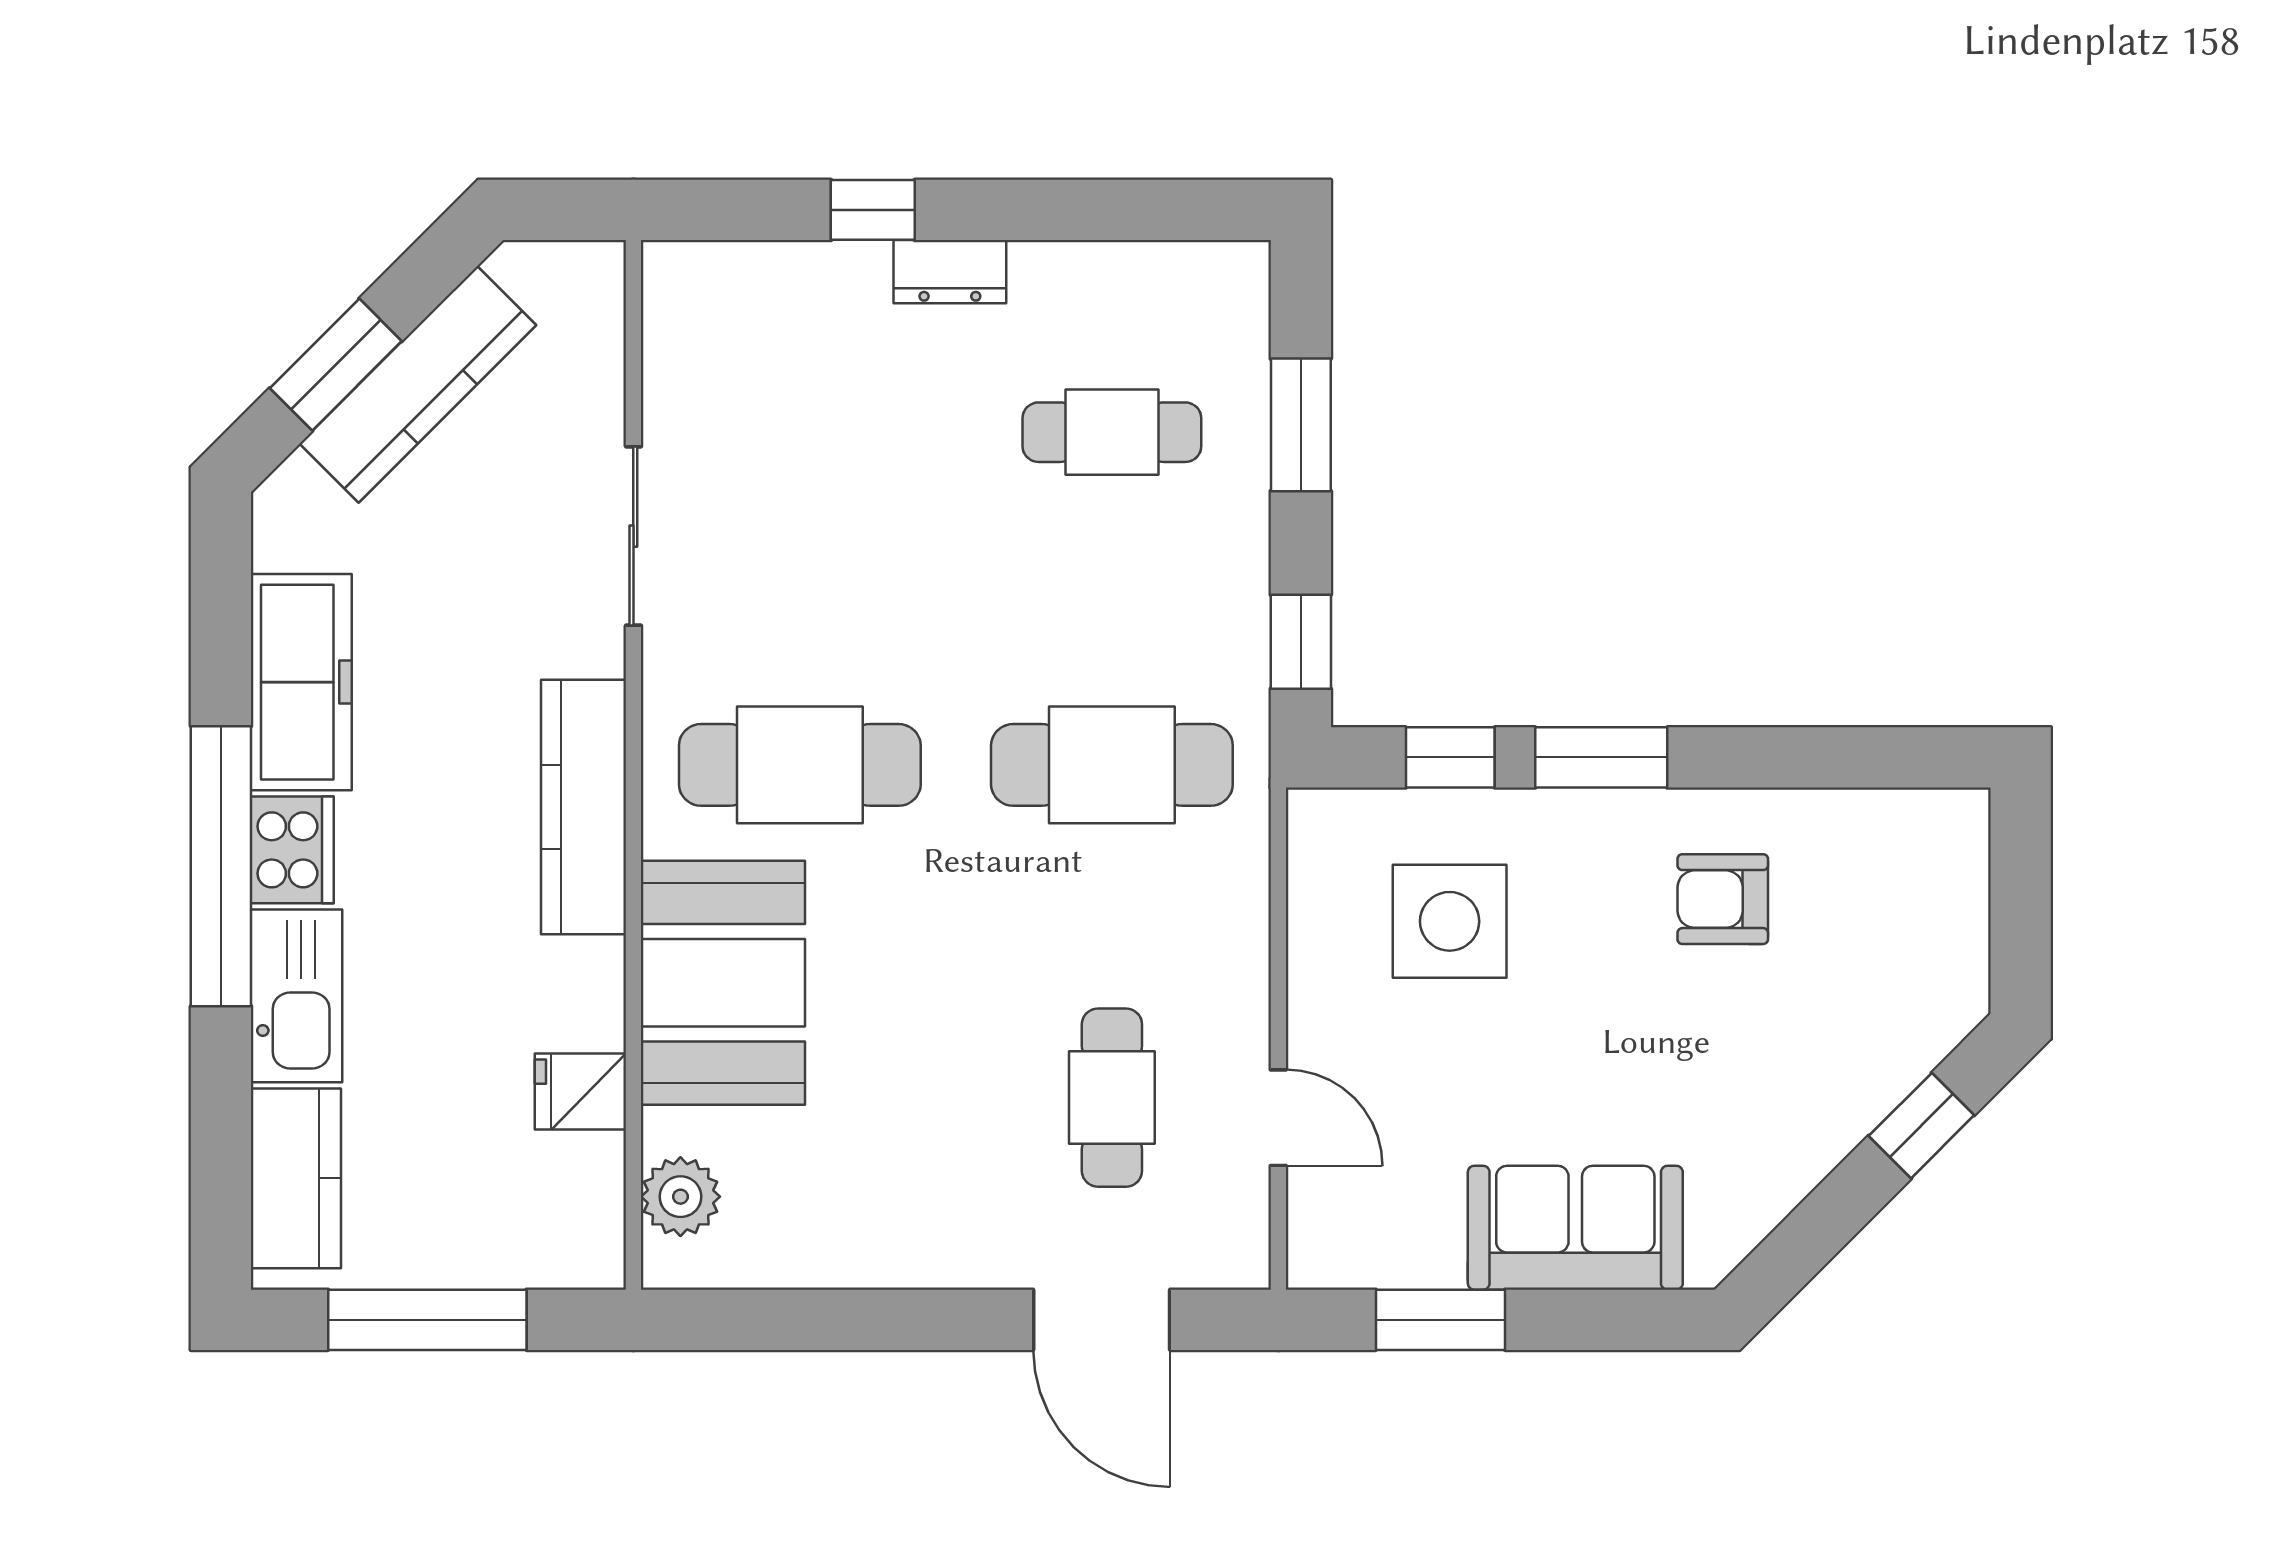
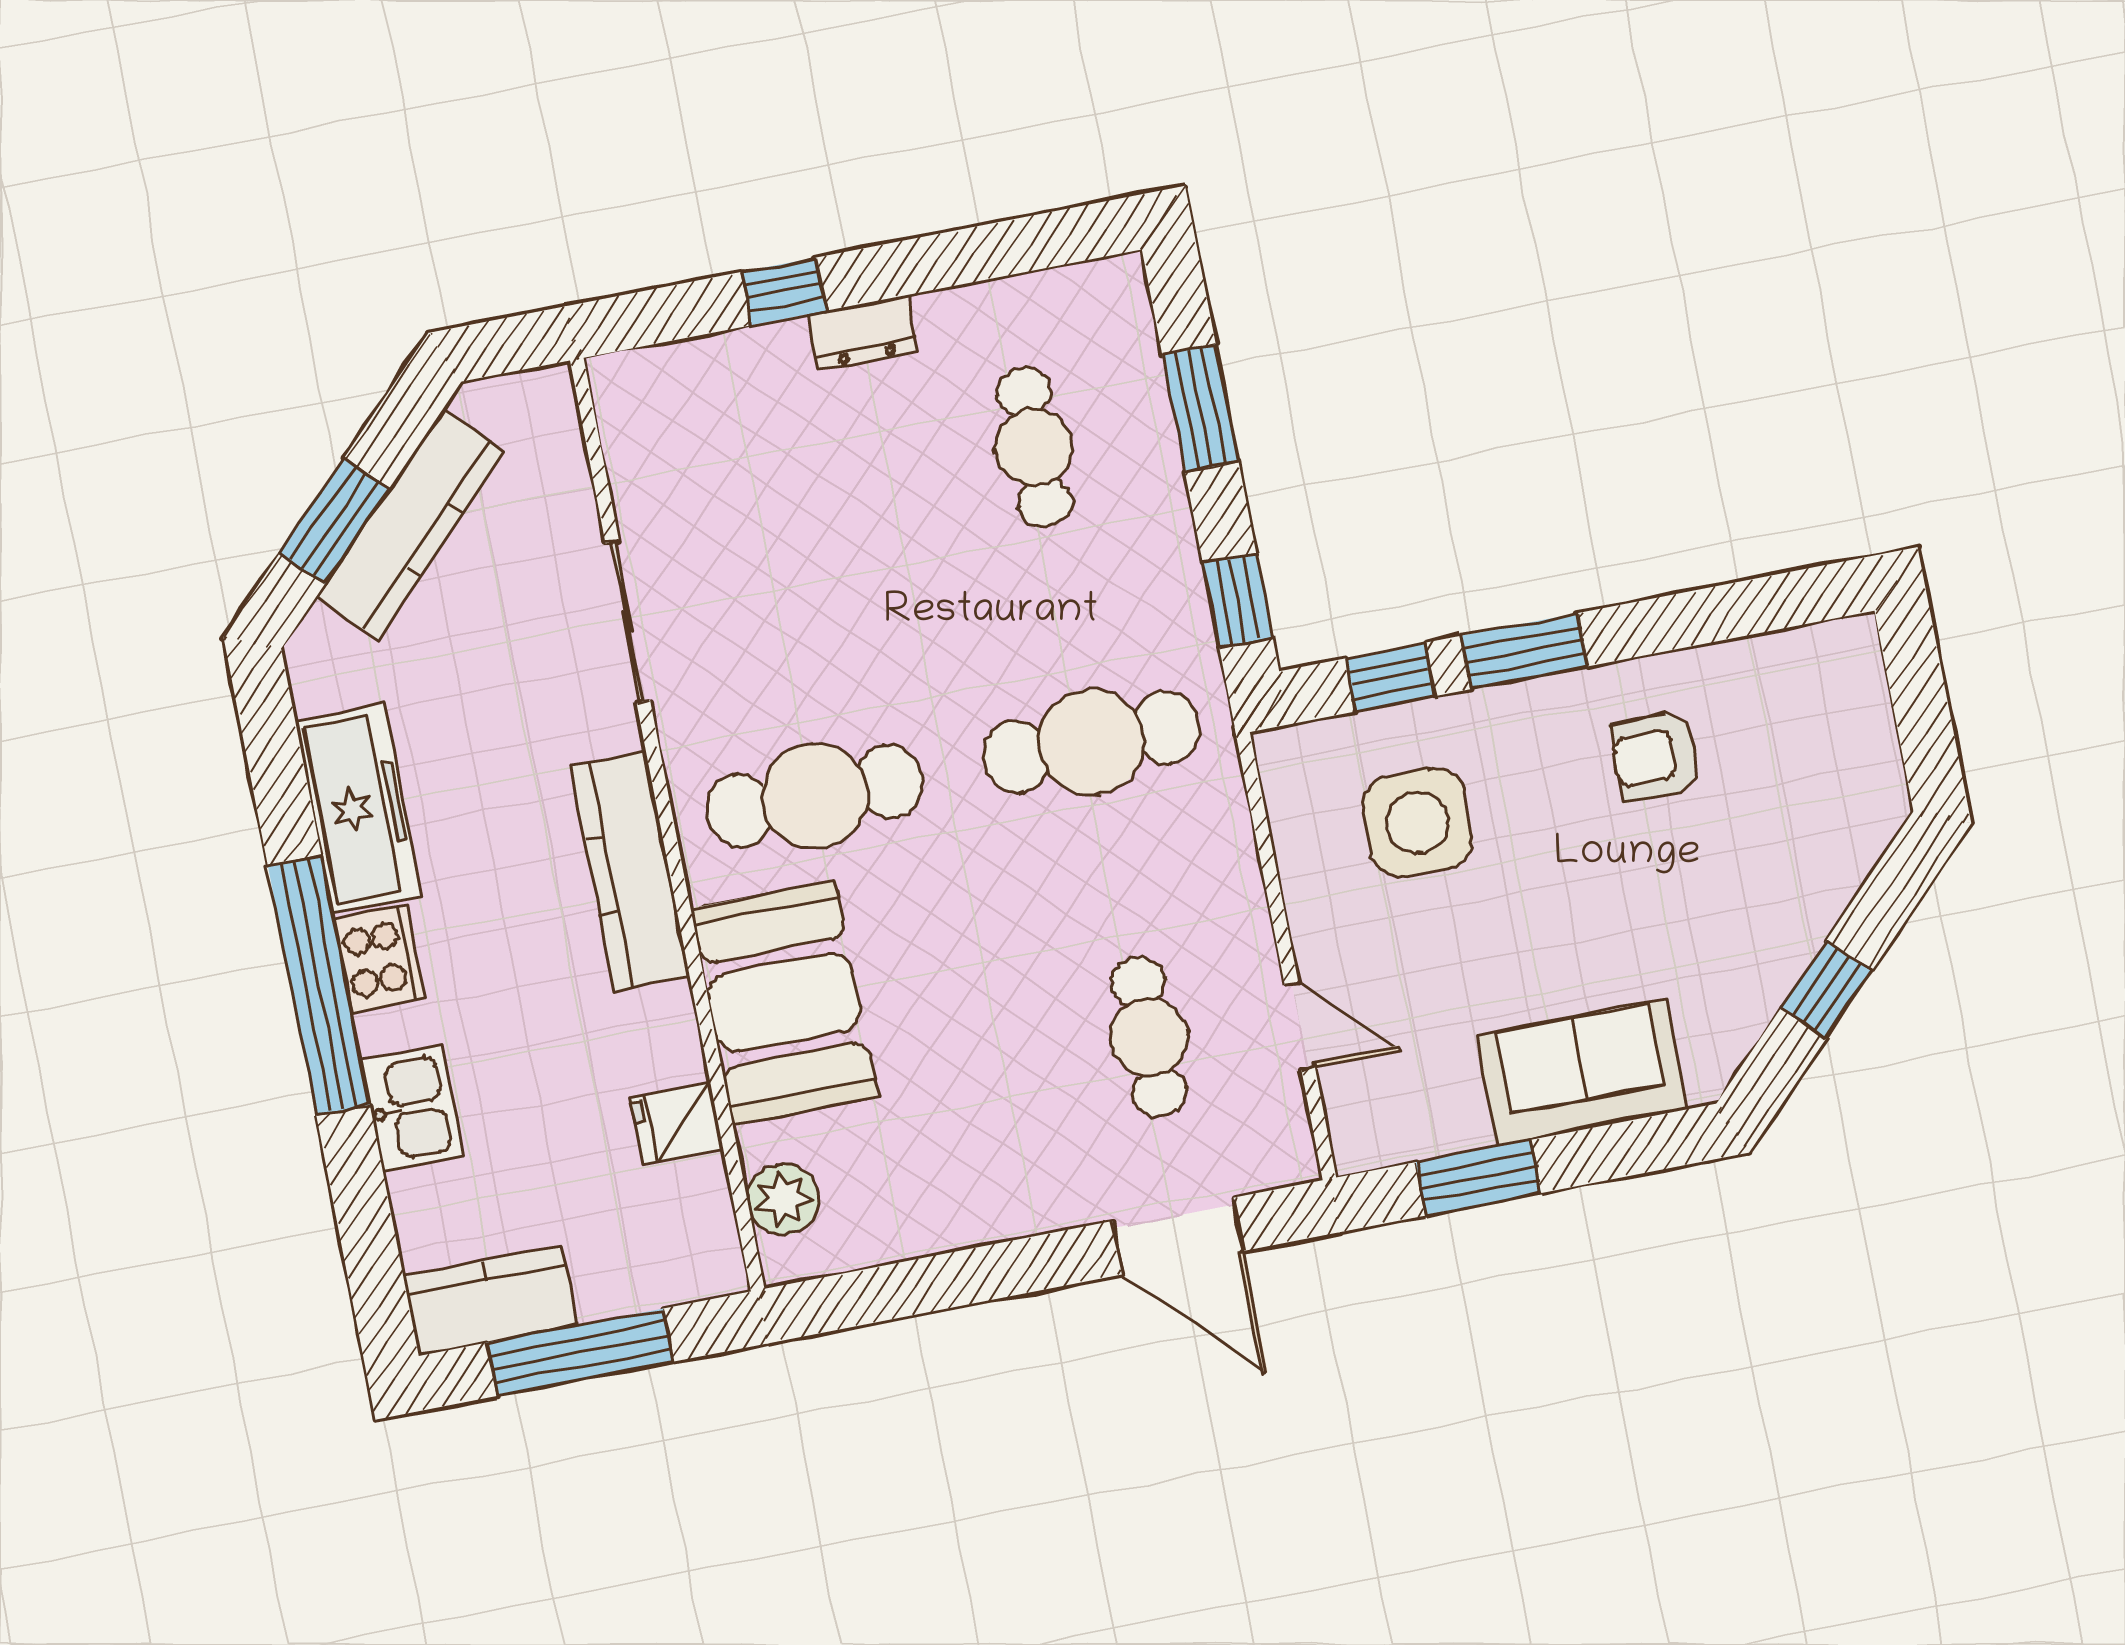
cafe table: (1112, 432) -> (1034, 447), turned 90
kitchen sink: (297, 996) -> (412, 1108), width x0.73
window: (1921, 1126) -> (1826, 989), moved
kitchen counter: (296, 1178) -> (491, 1301), moved, turned -90

